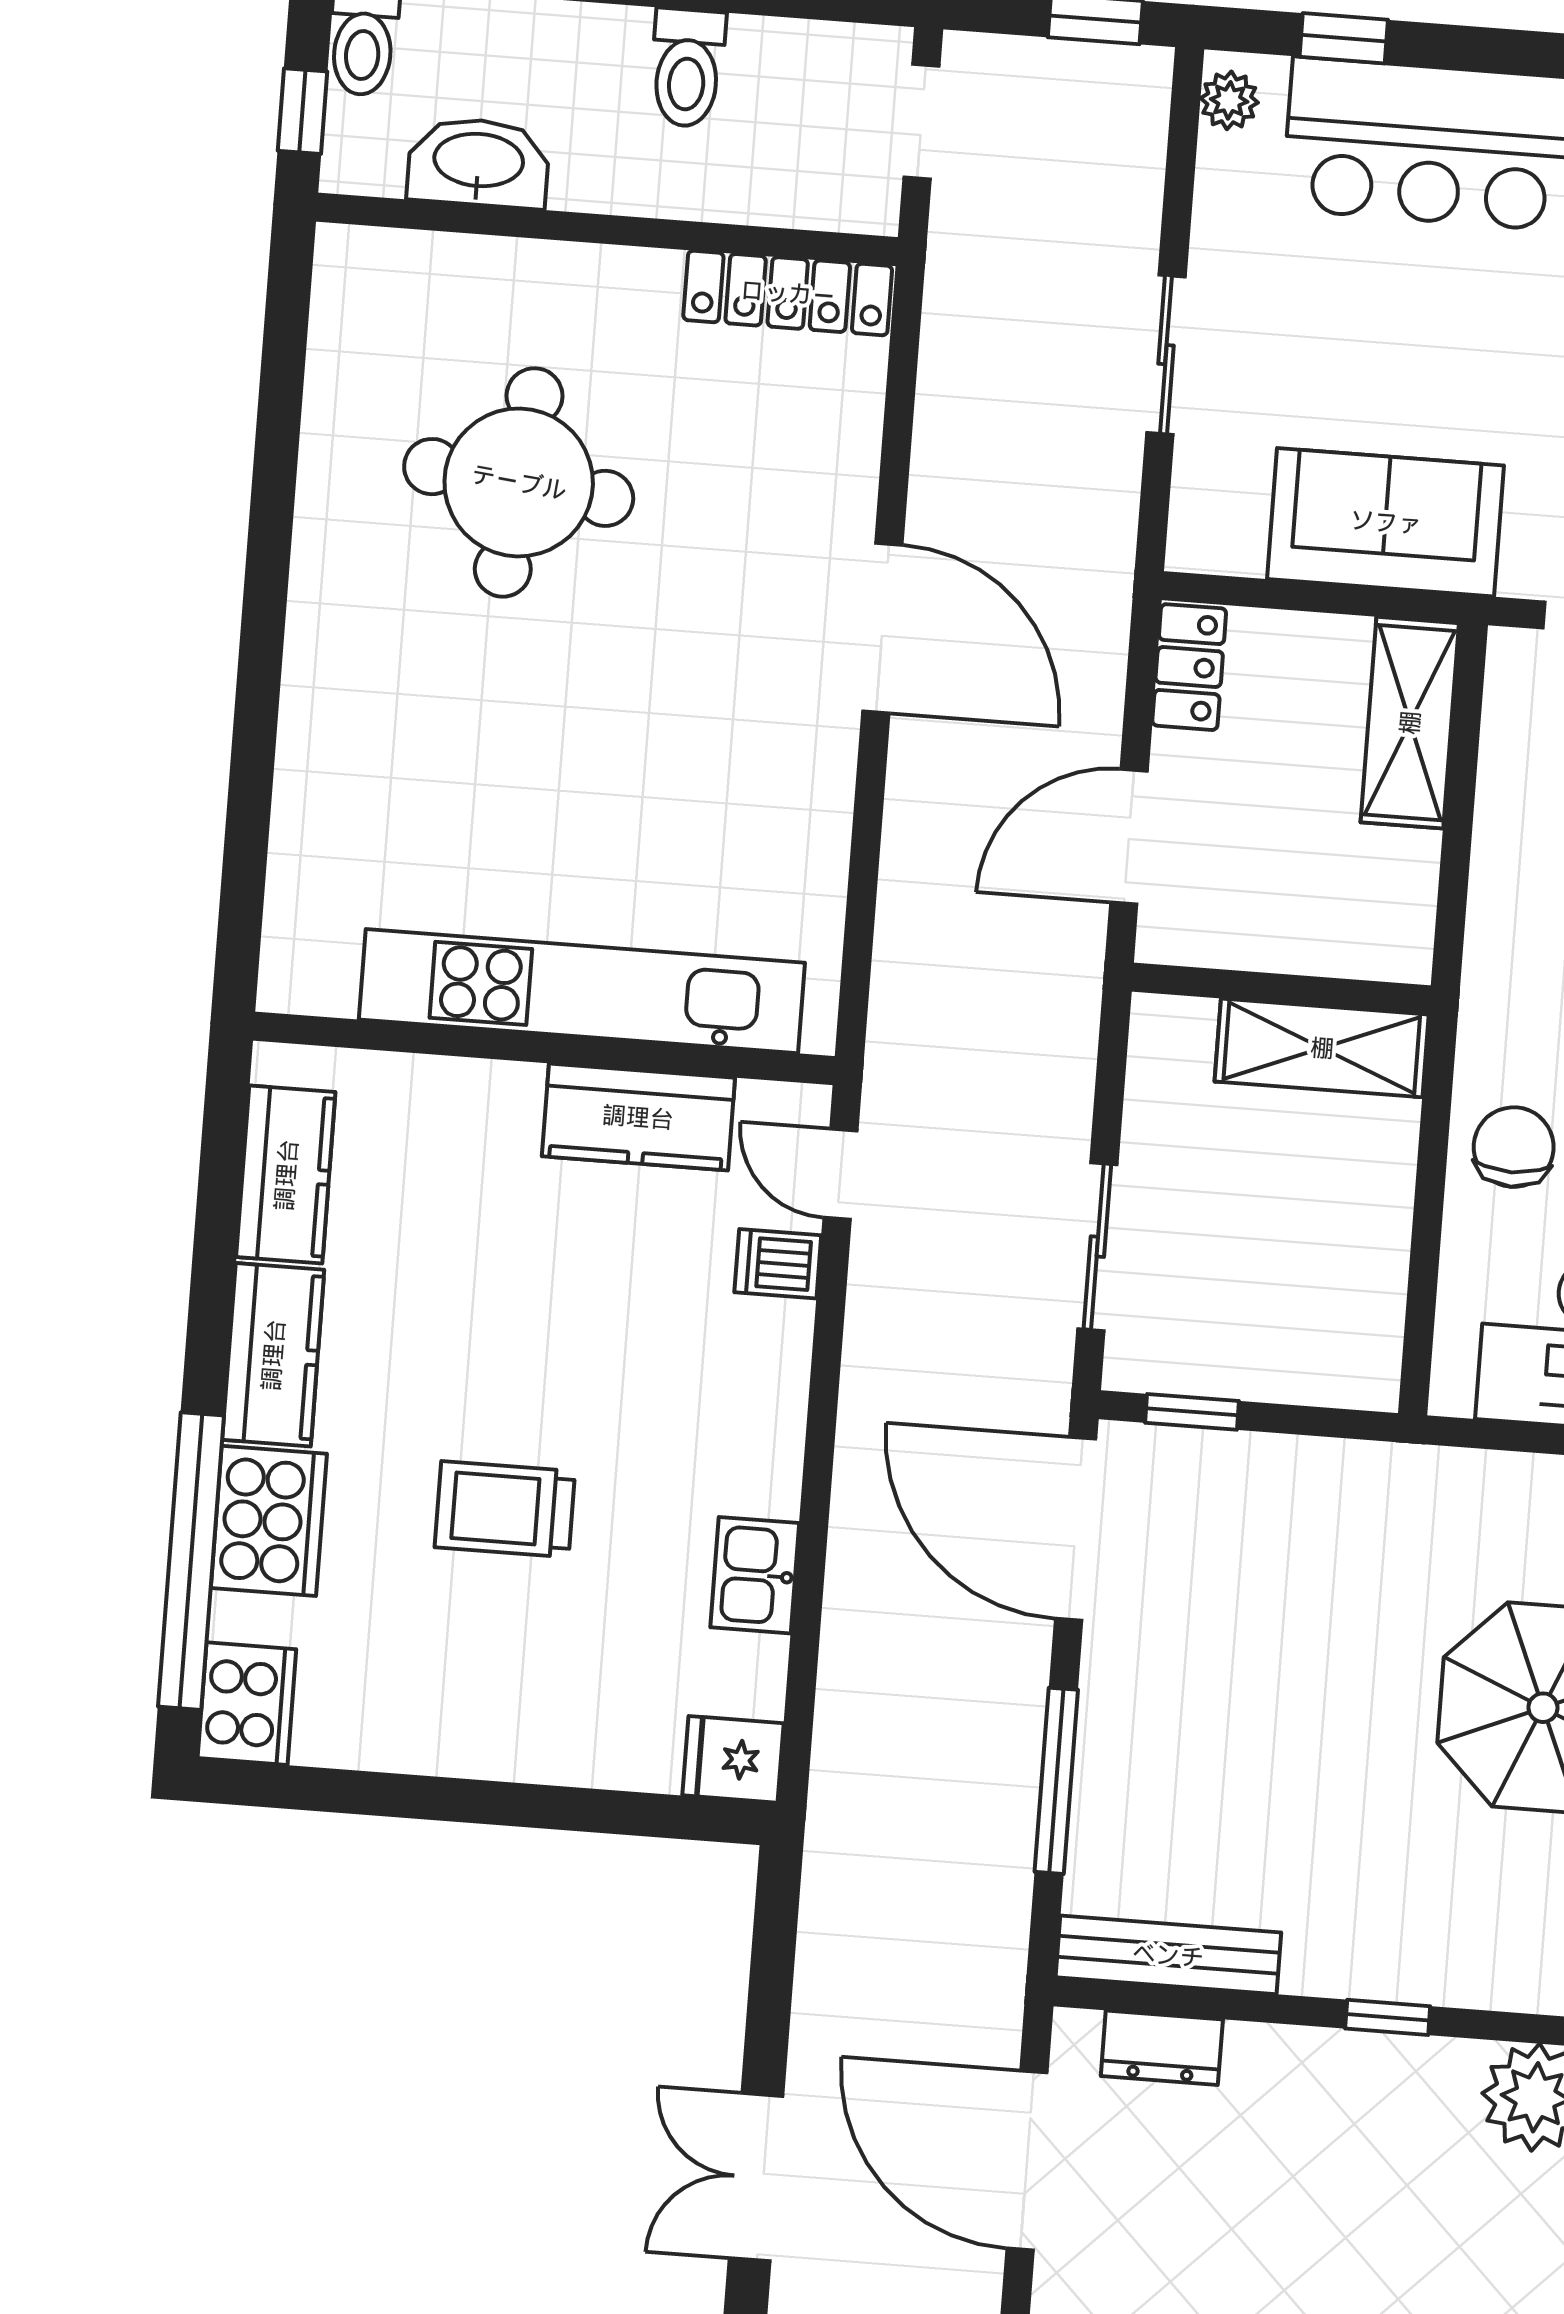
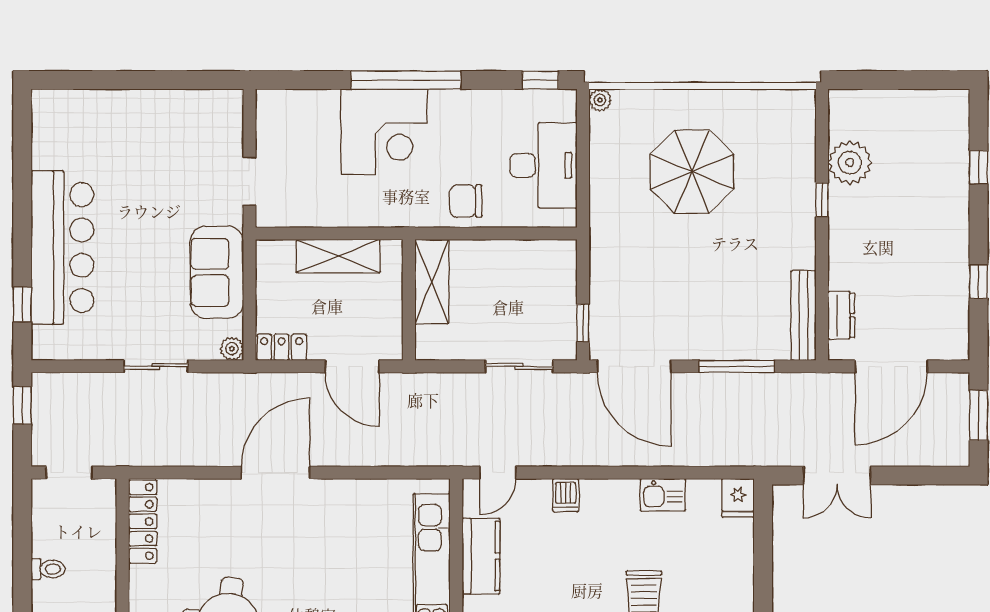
toilet: (687, 68) -> (48, 569), width x0.73, depth x0.72
plant: (1229, 100) -> (232, 349), moved
shelving: (1410, 723) -> (338, 256), moved
dishwasher: (778, 1264) -> (566, 495), moved
door: (1076, 1529) -> (634, 366), hinge flipped
window: (1388, 2017) -> (822, 200), moved
double door: (756, 2177) -> (837, 476), moved

